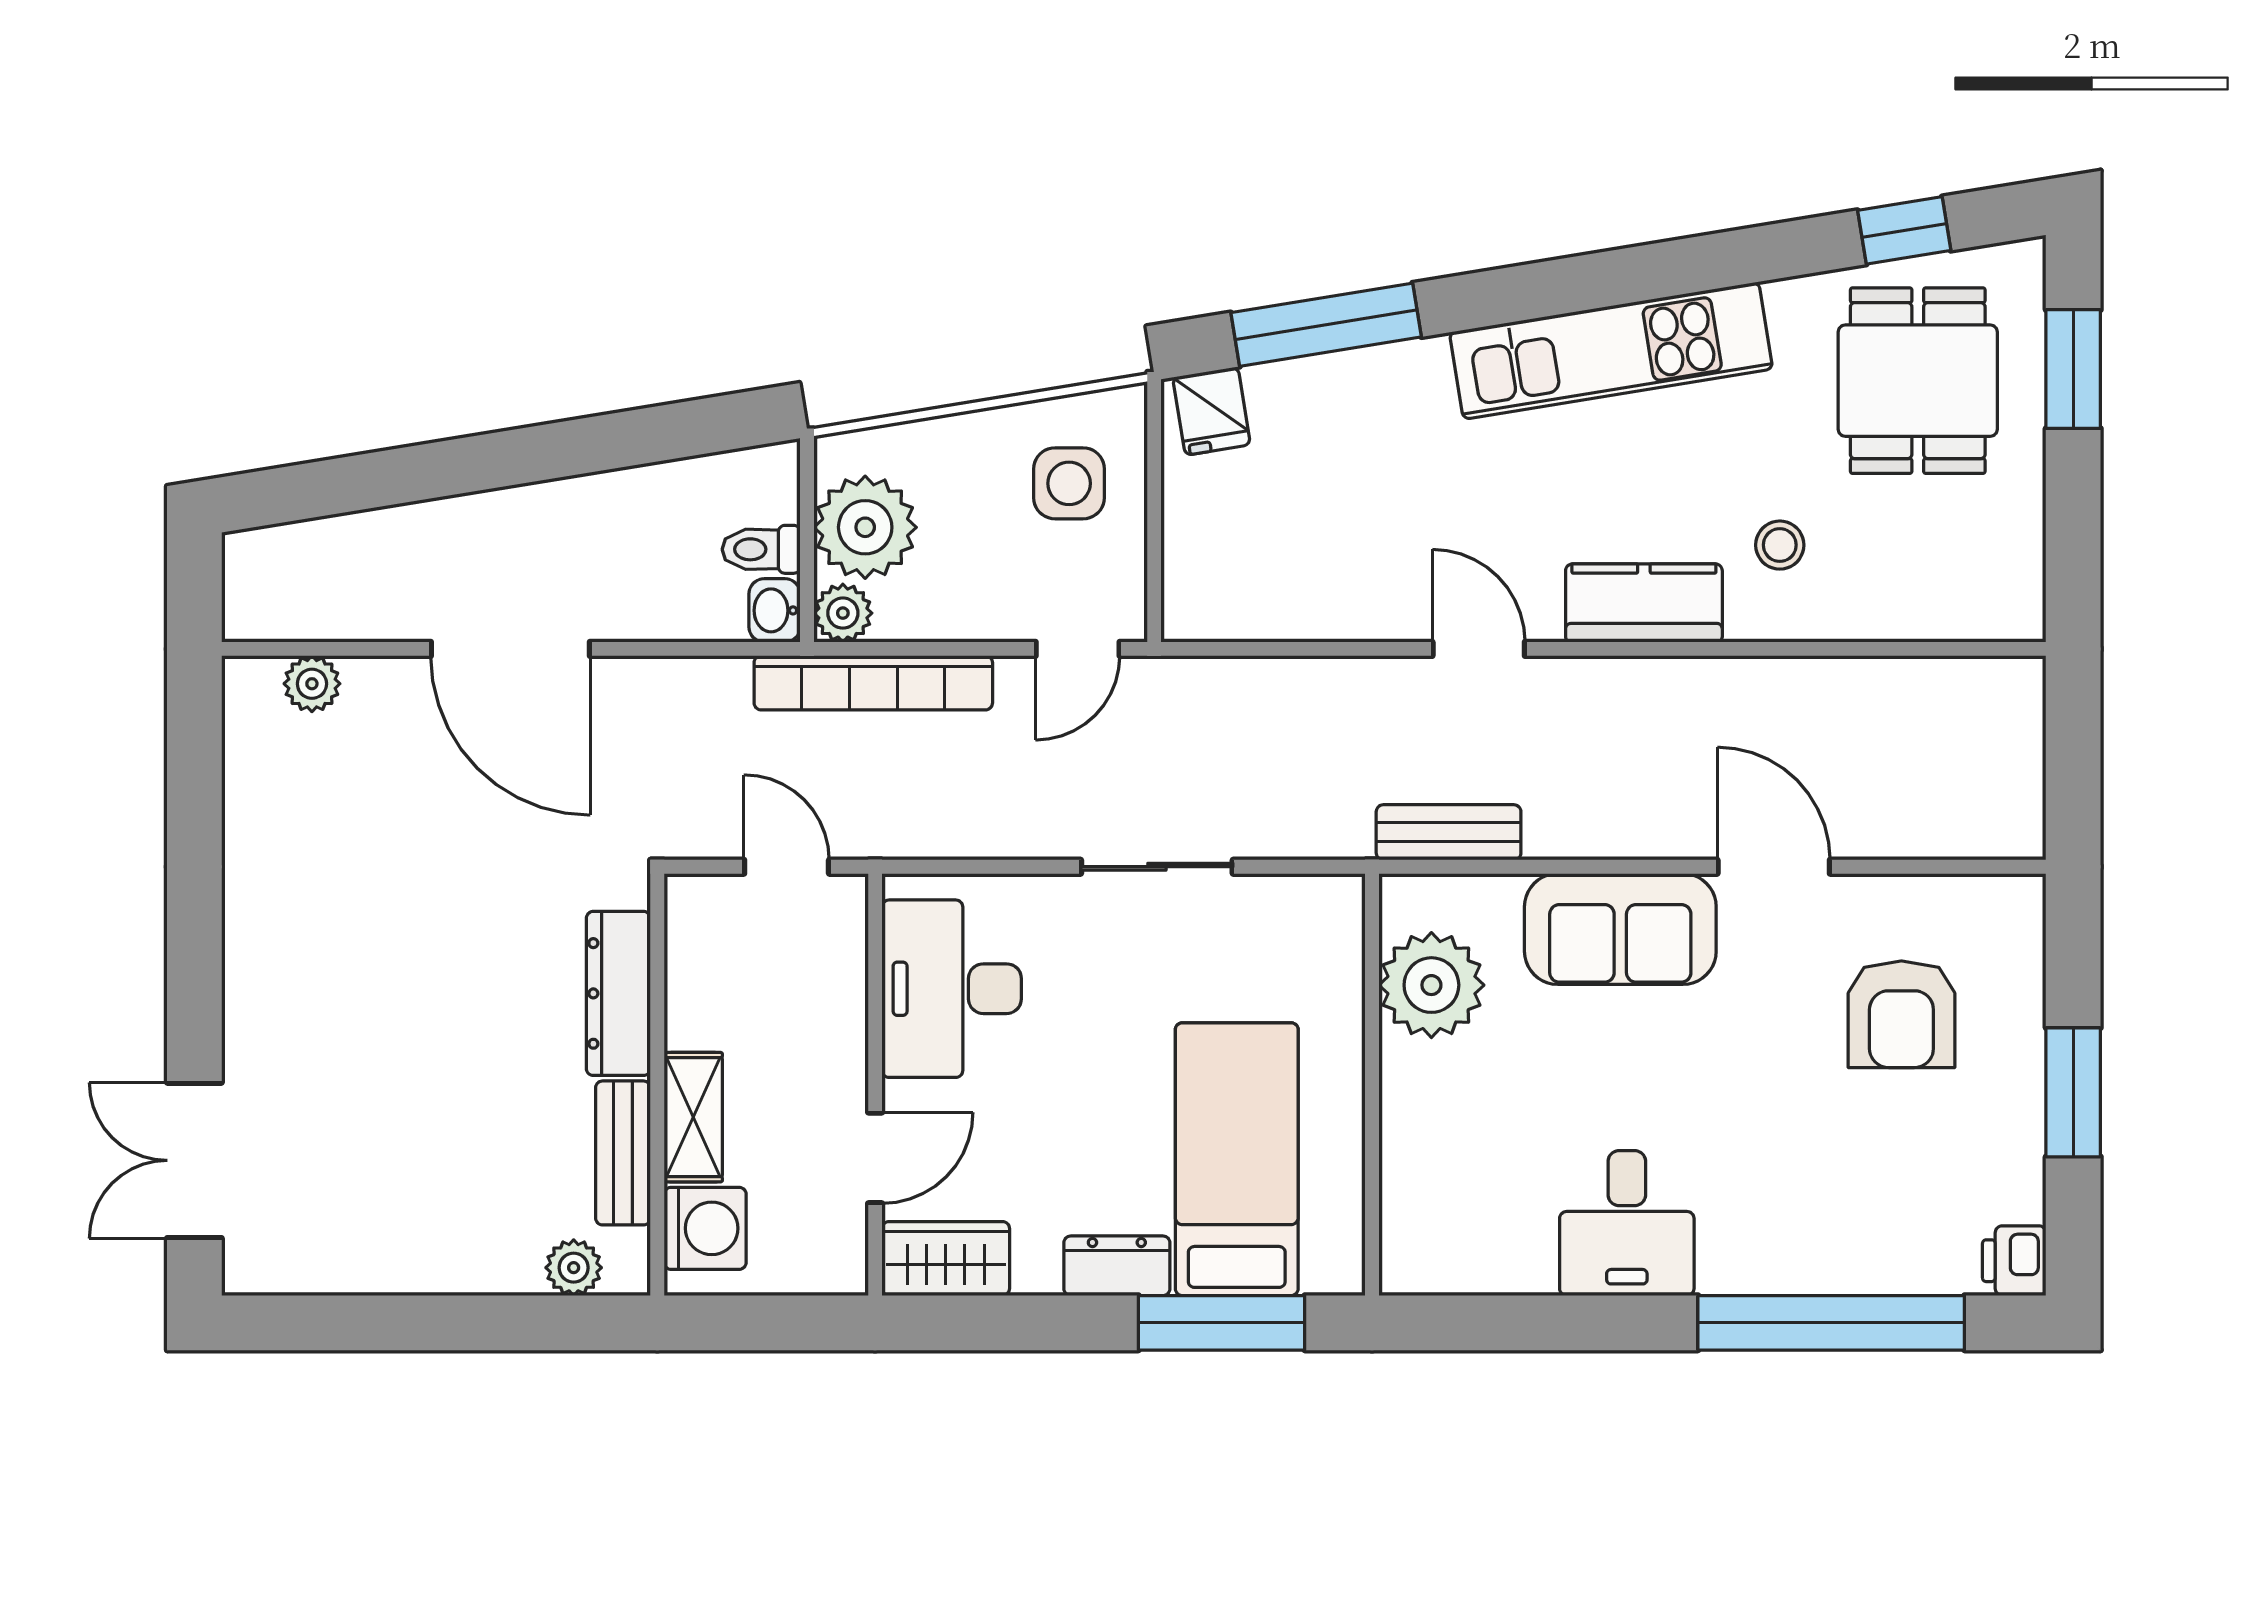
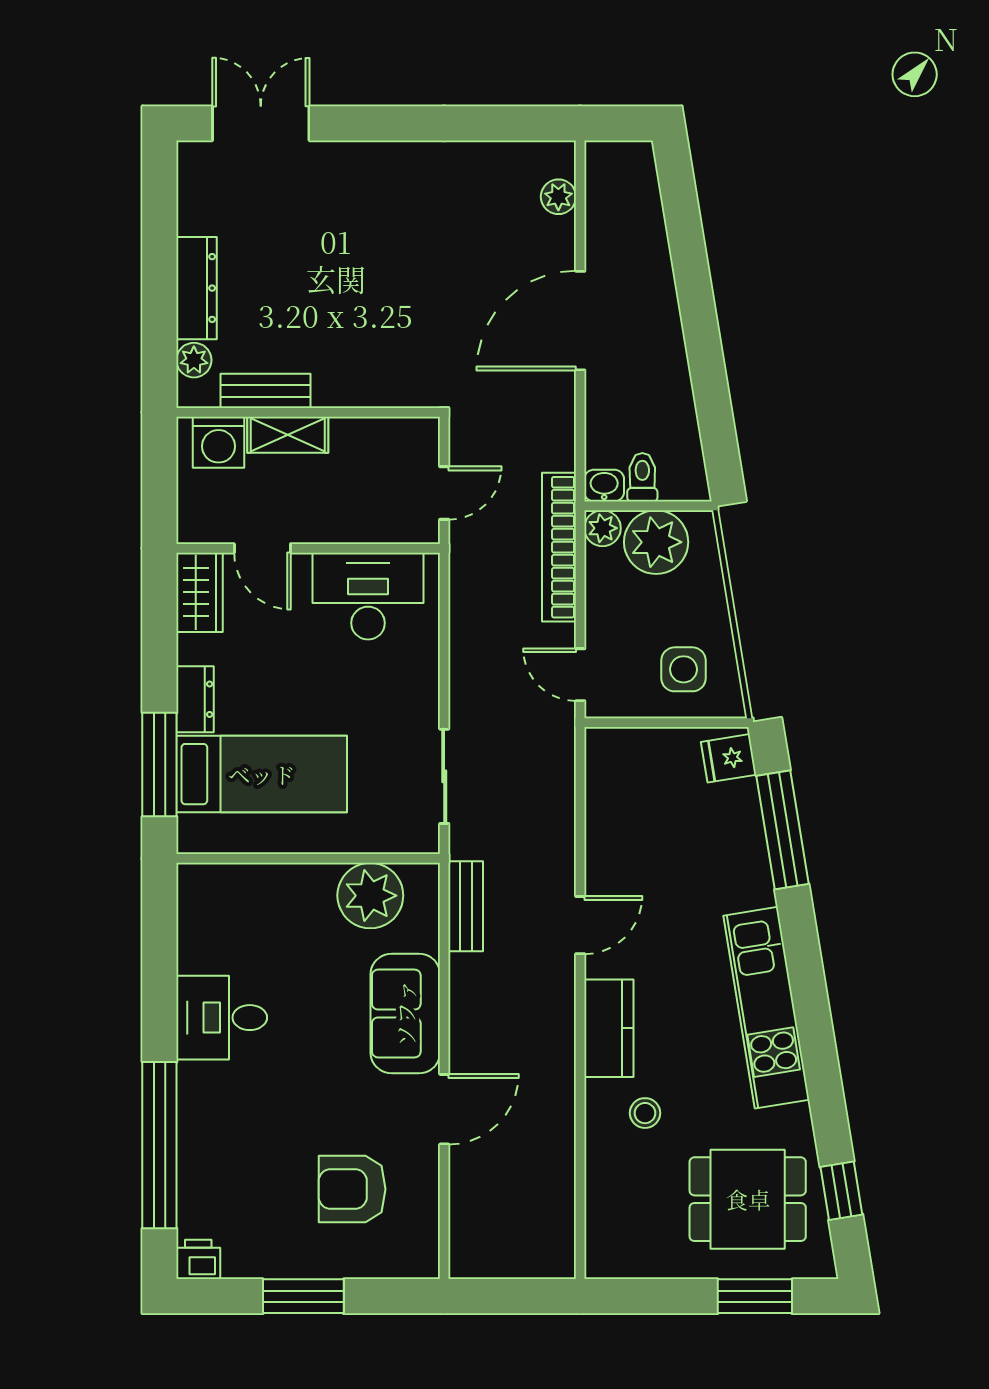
sliding door: (1157, 867) -> (444, 776), moved
dresser: (618, 993) -> (196, 288), moved, turned 90

